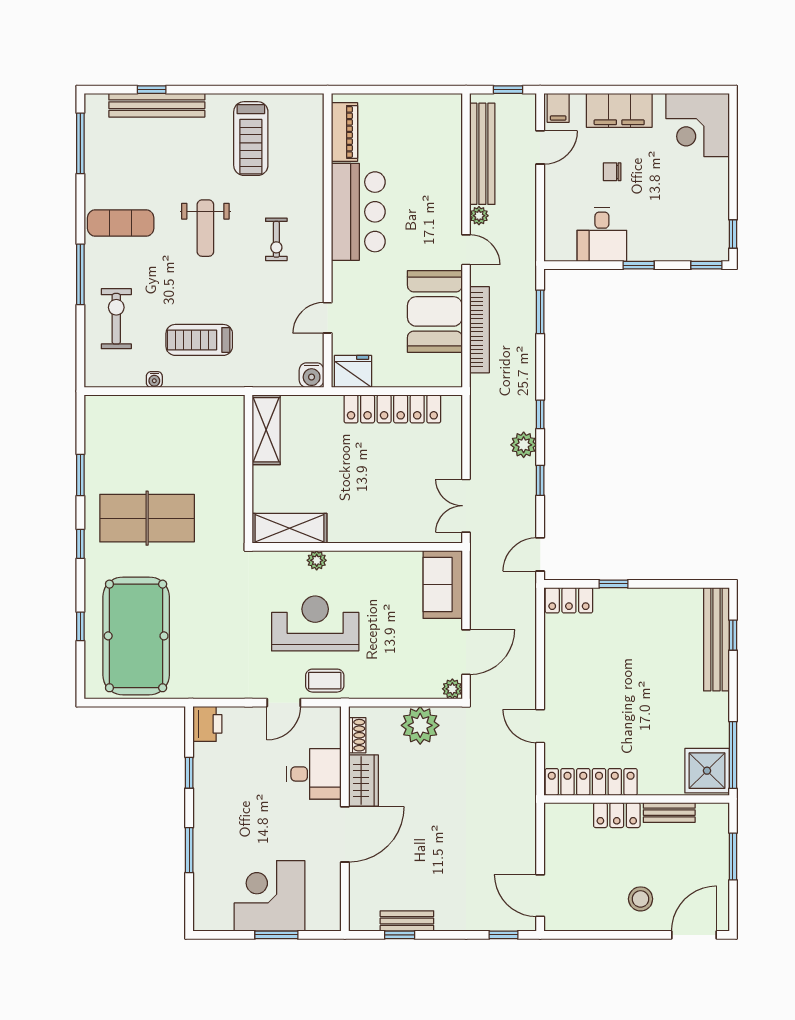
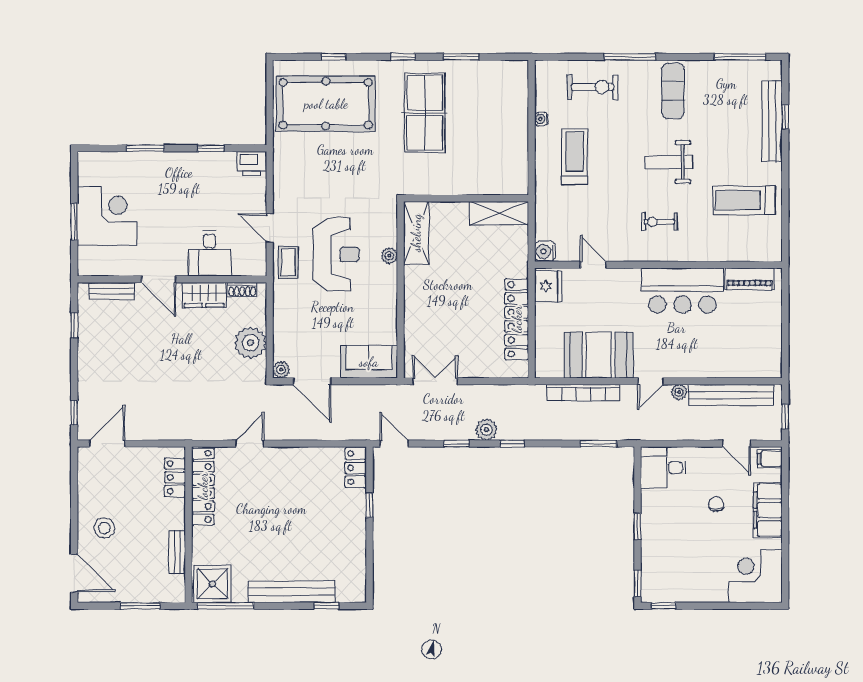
desk: (602, 235) -> (663, 468), moved
bench: (716, 639) -> (292, 592), moved
locker: (617, 815) -> (175, 477), moved
door: (345, 834) -> (159, 279), width x0.73
bench: (407, 921) -> (112, 291), moved, turned 90

